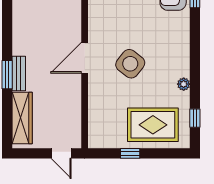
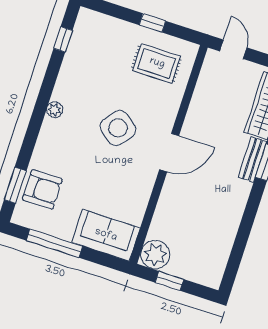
plant: (184, 84) -> (55, 110), moved
rug: (153, 125) -> (157, 63), moved, width x0.73, depth x0.70

